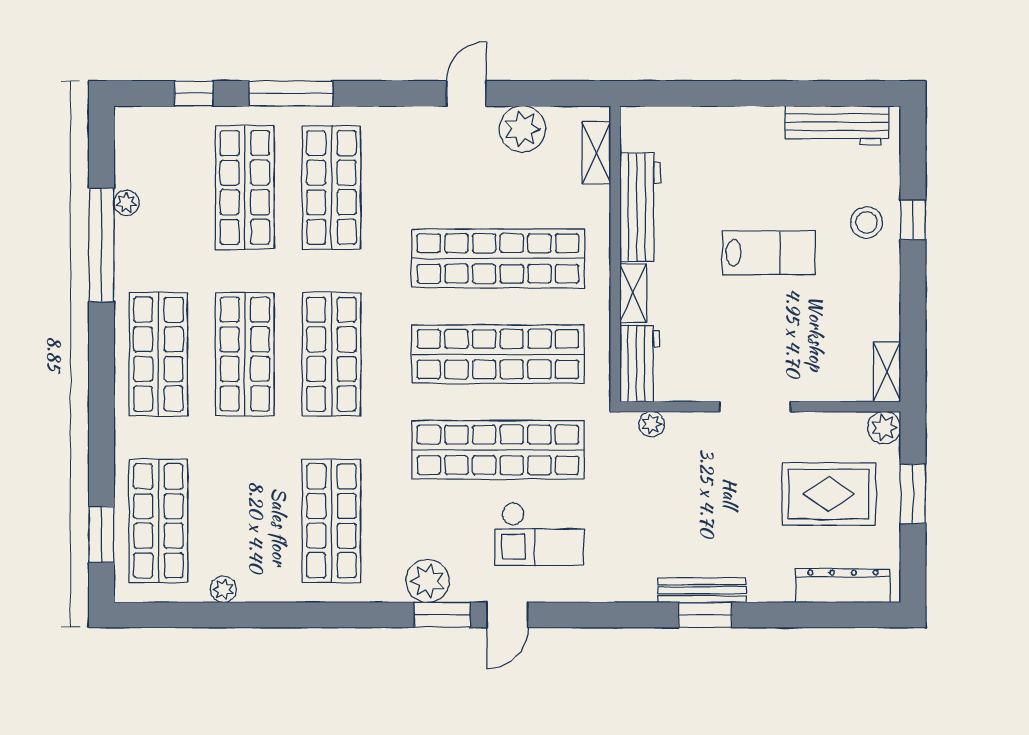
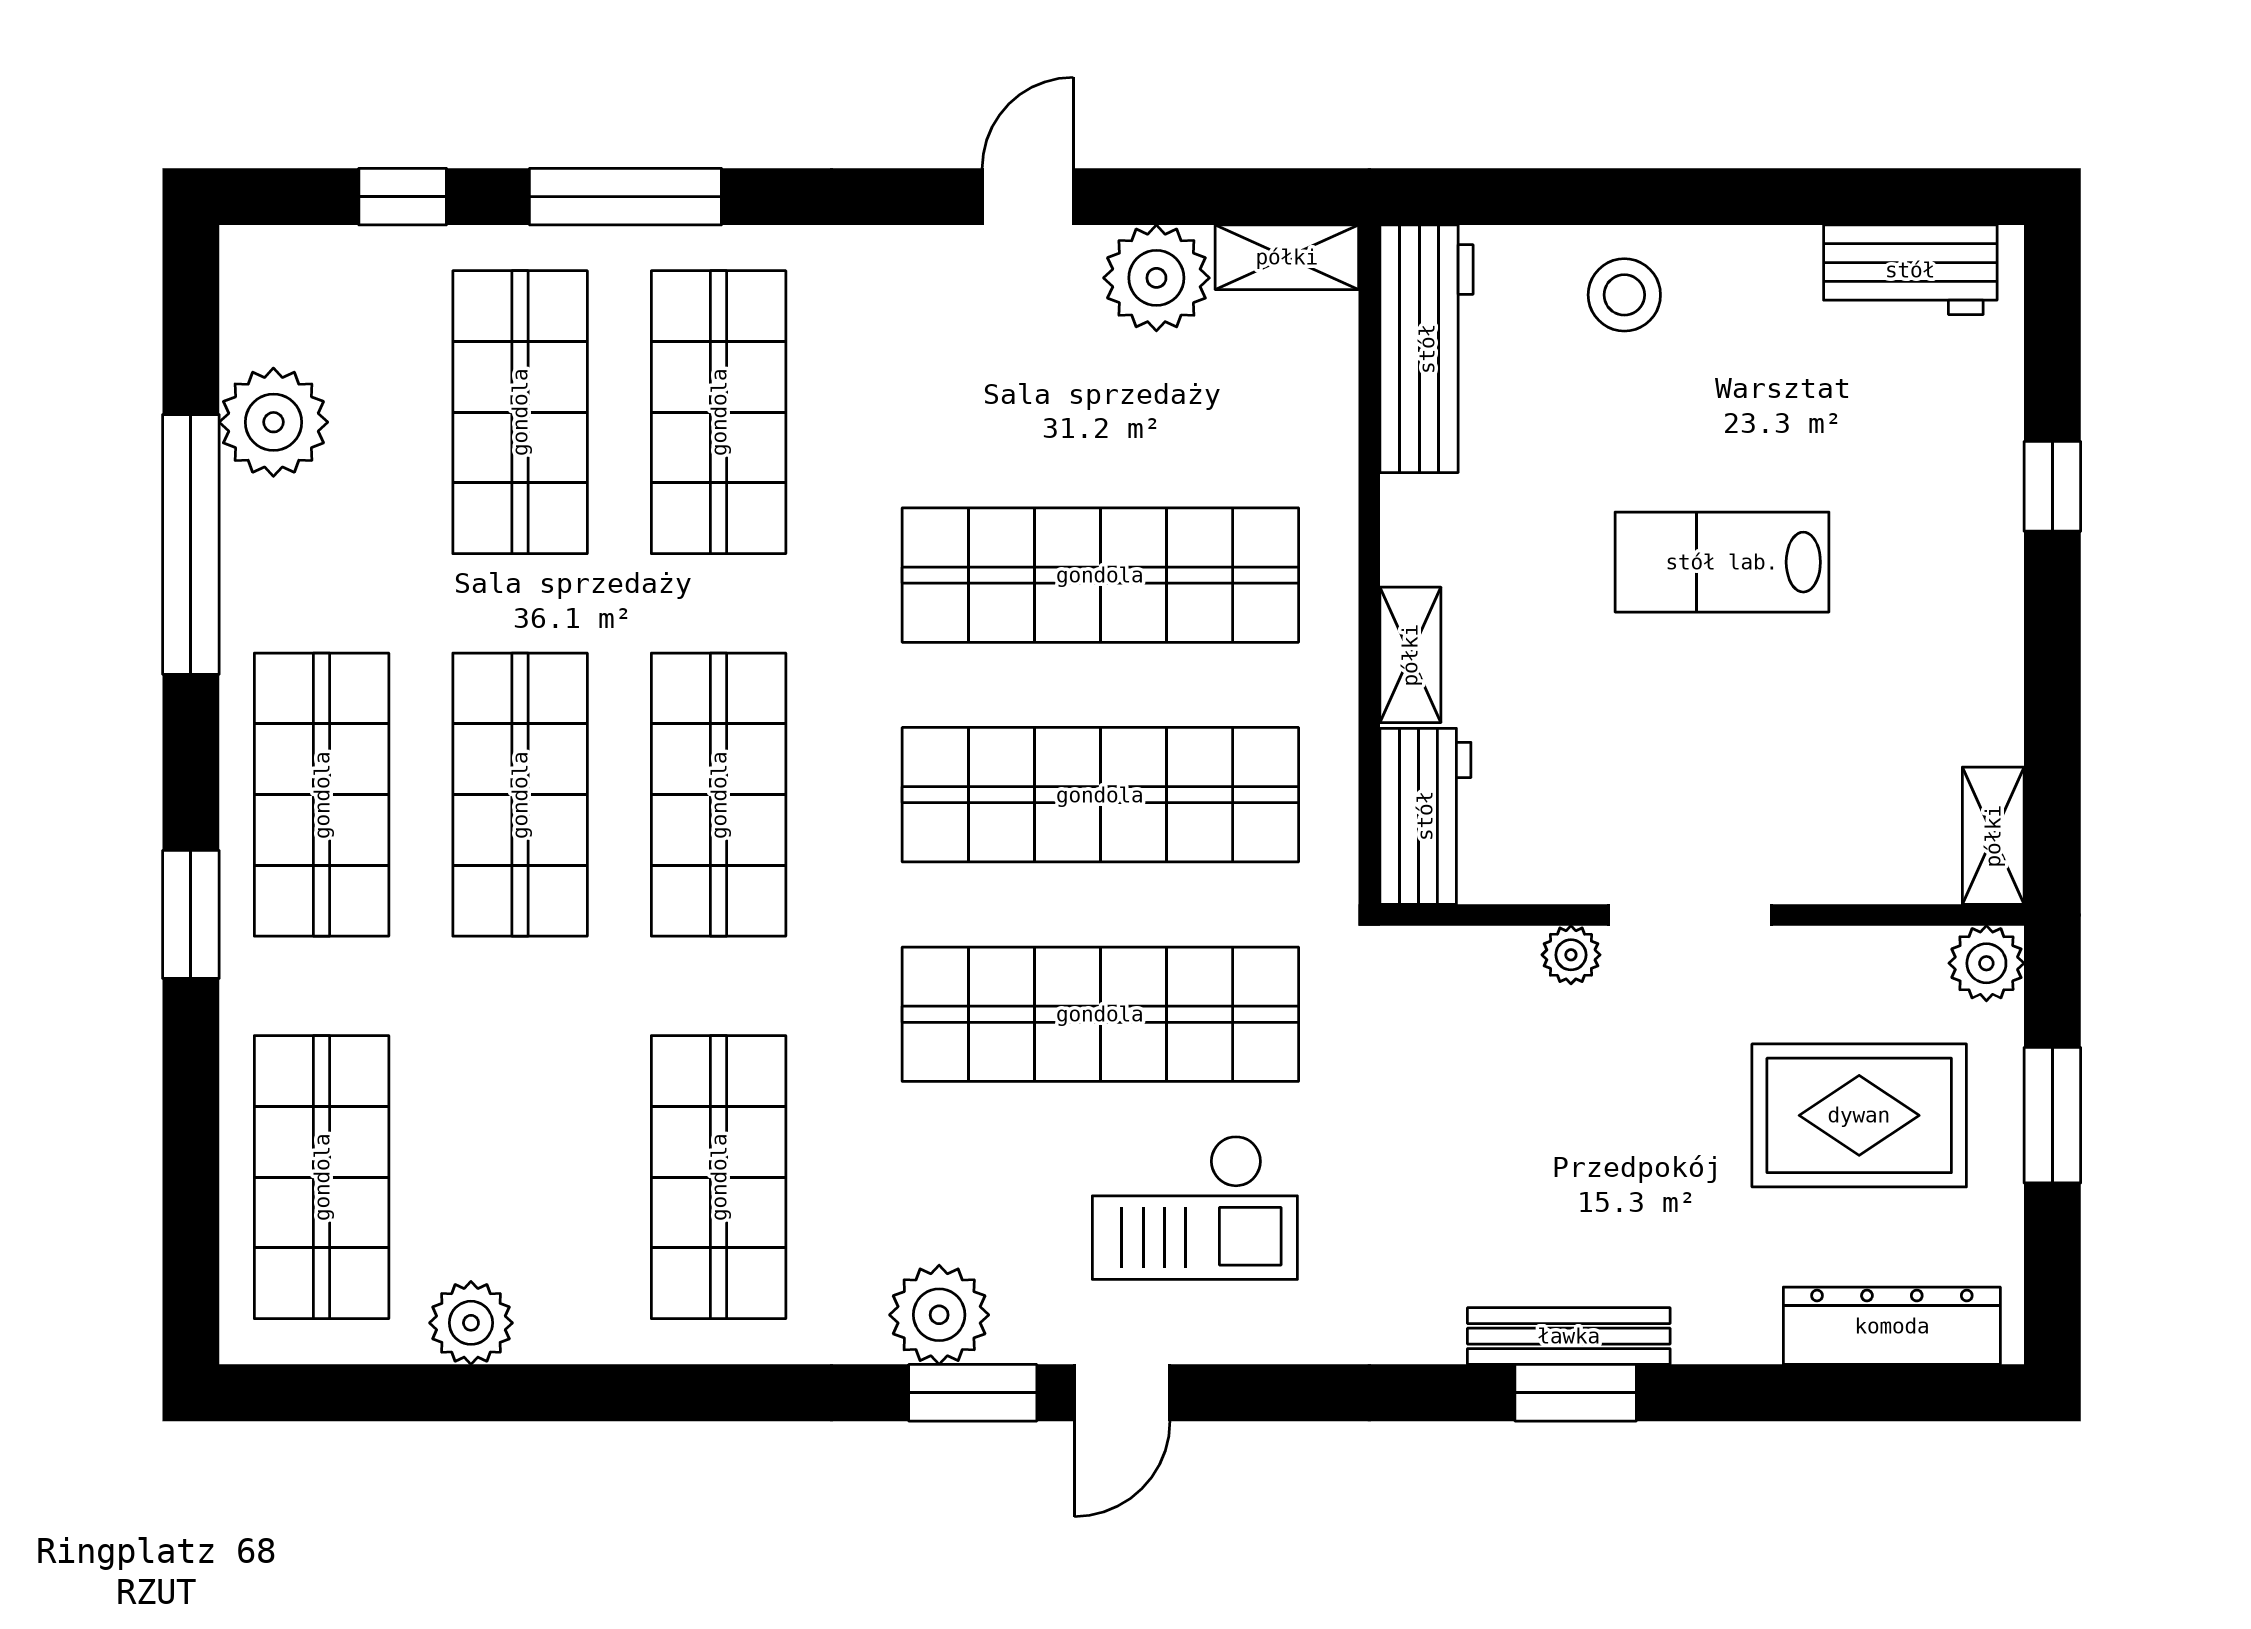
workbench: (837, 125) -> (1910, 270), width x0.73
shelving: (596, 152) -> (1287, 257), moved, turned 90
plant: (126, 203) -> (273, 422), width x1.87, depth x1.87
workbench: (640, 207) -> (1427, 349), moved
stool: (866, 222) -> (1624, 295), moved
lab bench: (769, 253) -> (1722, 562), turned 180
plant: (652, 424) -> (1571, 955), moved
window: (101, 534) -> (191, 914), moved
plant: (224, 589) -> (471, 1323), width x1.38, depth x1.38

